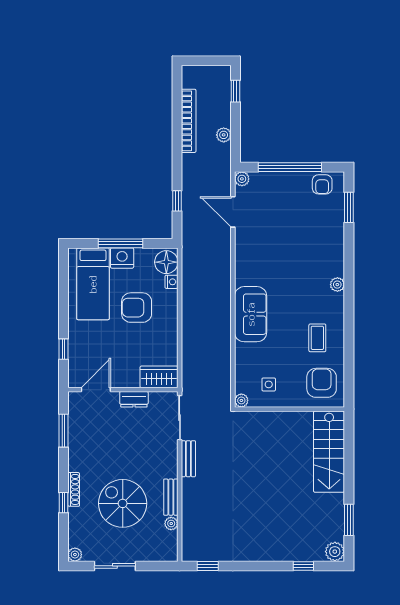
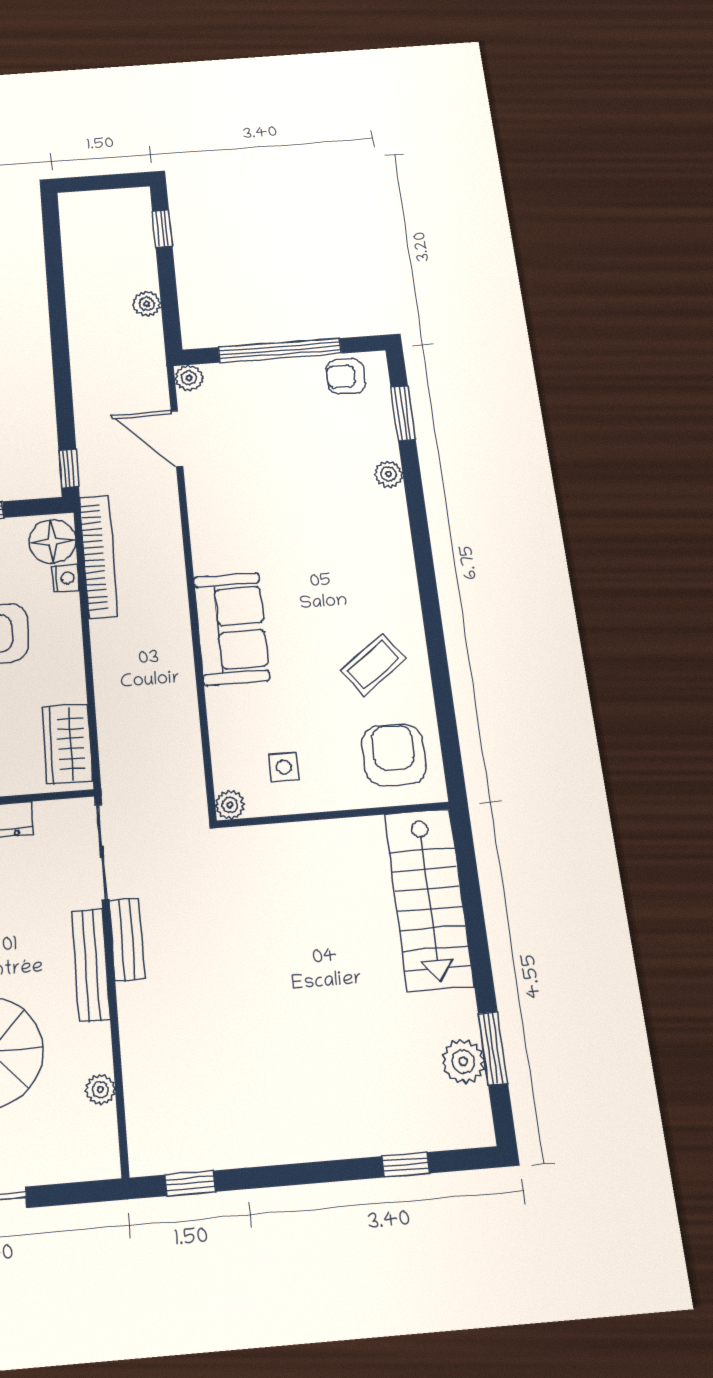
bookcase: (189, 121) -> (99, 556), moved
armchair: (322, 184) -> (346, 376), turned 90
window: (177, 201) -> (69, 469), moved
plant: (337, 285) -> (389, 474), moved
coffee table: (317, 338) -> (373, 665), turned 53
wardrobe: (159, 377) -> (67, 744), moved, turned -90
bench: (171, 497) -> (91, 965), moved, width x1.36
plant: (335, 552) -> (463, 1061), moved

